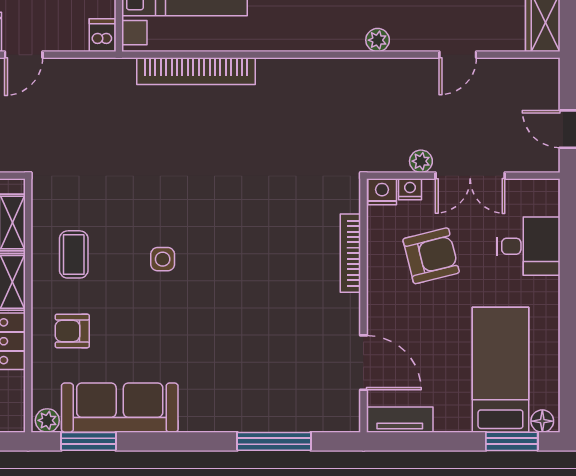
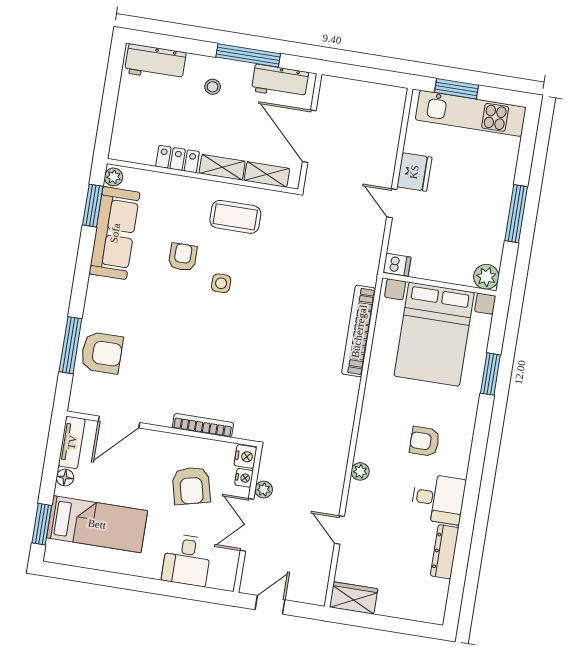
coffee table: (74, 254) -> (235, 217), width x1.36, depth x1.30
armchair: (72, 331) -> (183, 257), moved
armchair: (277, 399) -> (102, 353), added
floor lamp: (542, 421) -> (65, 478), moved

